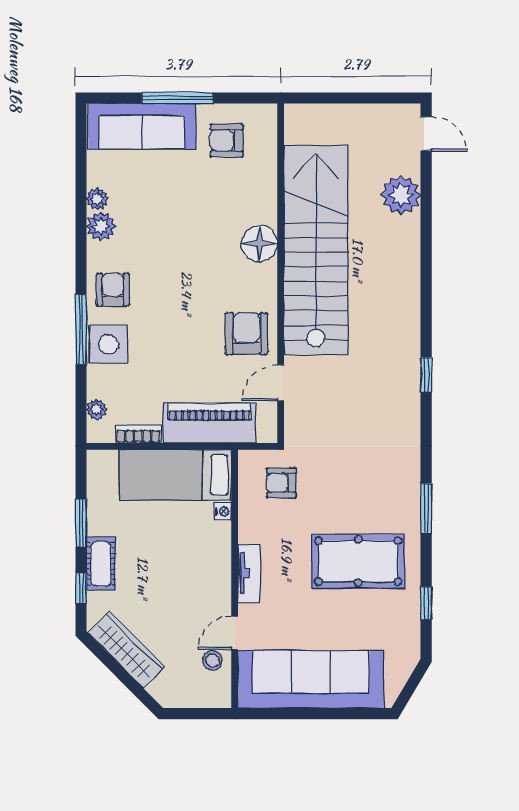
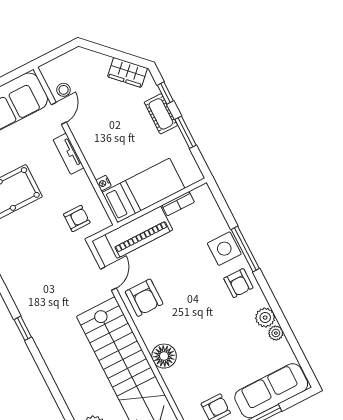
plant: (96, 410) -> (211, 206), removed
wardrobe: (126, 650) -> (127, 72), width x0.67

